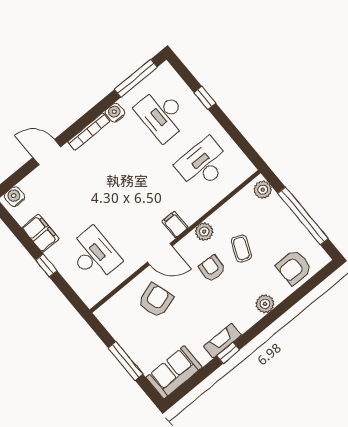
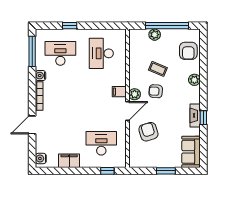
desk: (162, 114) -> (60, 53), turned 180
plant: (263, 190) -> (155, 35), moved
plant: (204, 232) -> (135, 94), moved
window: (46, 265) -> (107, 171), moved
window: (126, 361) -> (166, 171), width x0.69

